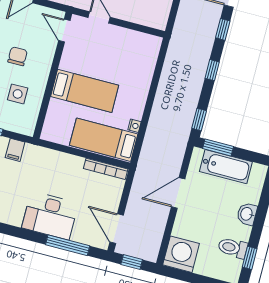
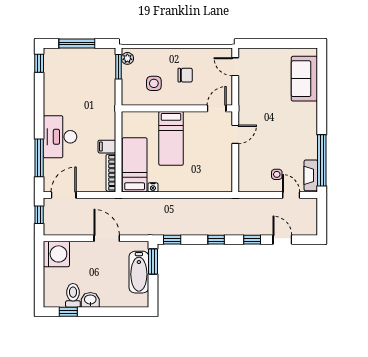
filing cabinet: (15, 150) -> (107, 147), moved
washbasin: (247, 214) -> (90, 300), moved

